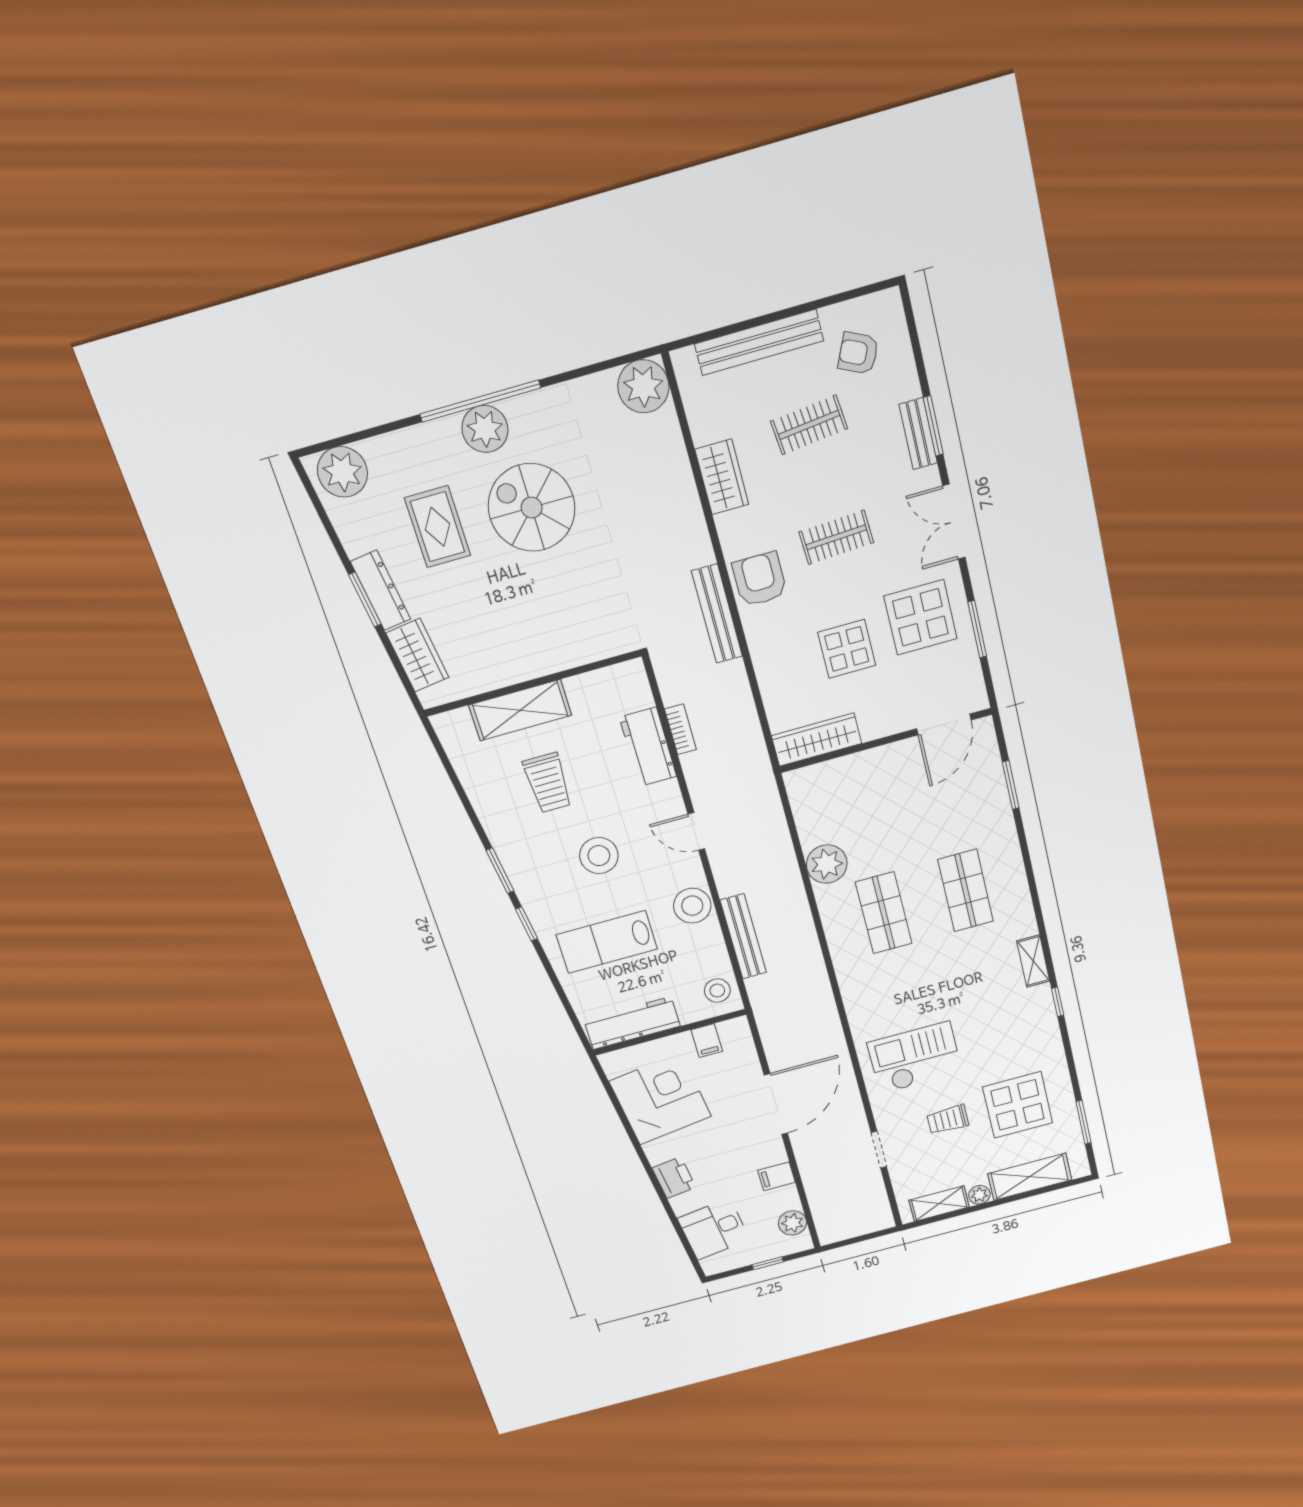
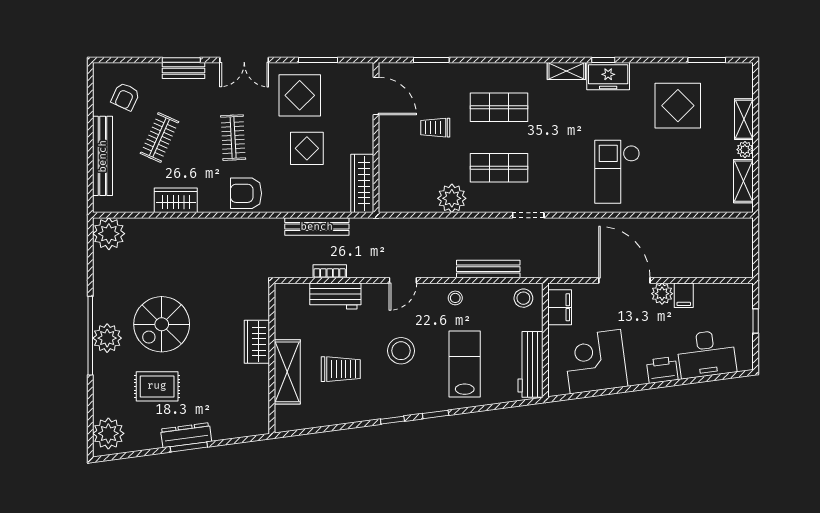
clothes rail: (809, 425) -> (159, 138), turned 30
bench: (717, 614) -> (317, 227), moved
wardrobe: (417, 655) -> (257, 342), moved, turned -82
window: (500, 871) -> (392, 420), width x0.67
stool: (692, 906) -> (455, 298), width x0.53, depth x0.53
lab bench: (607, 942) -> (465, 364), turned 180
freezer: (1037, 1013) -> (608, 76), added
filing cabinet: (707, 1041) -> (560, 307), width x2.00
trolley: (948, 1120) -> (435, 128), moved, turned 90
doorway: (879, 1150) -> (528, 215), moved
shelving: (1030, 1177) -> (744, 119), width x0.67, depth x0.75
plant: (793, 1223) -> (662, 294), moved
desk: (714, 1229) -> (706, 354), width x1.37

